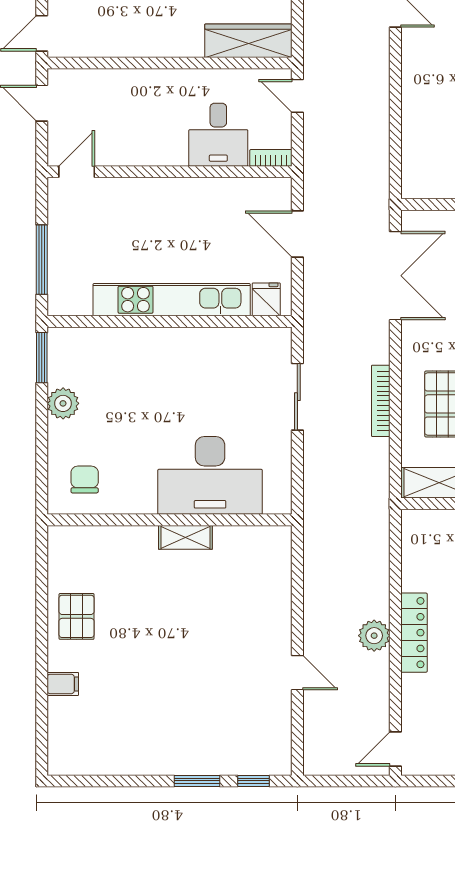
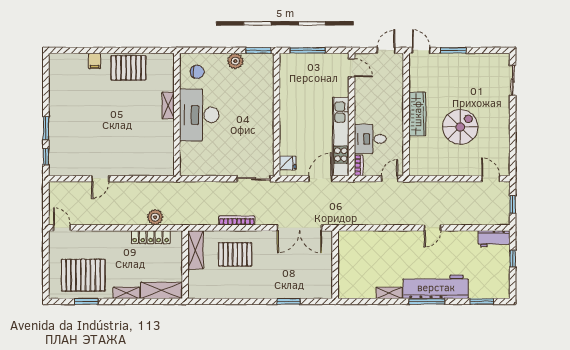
wardrobe: (248, 41) -> (417, 114), moved
kitchen unit: (172, 300) -> (341, 137), moved, turned 180
sliding door: (297, 397) -> (254, 179), moved
desk: (210, 475) -> (199, 115), moved
shelving: (185, 537) -> (168, 105), moved
pallet: (77, 616) -> (129, 68), width x1.50, depth x1.42
locker: (414, 633) -> (151, 237), moved
plant: (374, 636) -> (155, 217), moved

